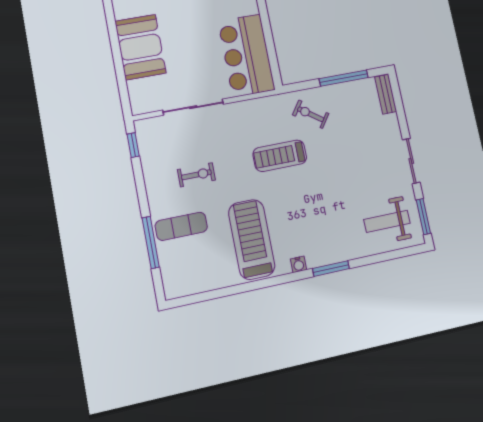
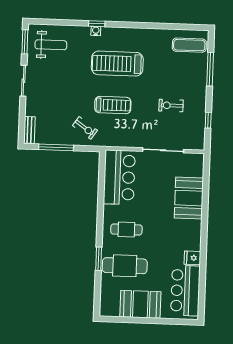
window: (133, 145) -> (208, 120), moved
exercise mat: (181, 226) -> (189, 45), moved
treadmill: (252, 239) -> (117, 64), moved, turned 90
water cooler: (299, 264) -> (96, 31), moved
window: (331, 269) -> (97, 24), width x0.67

